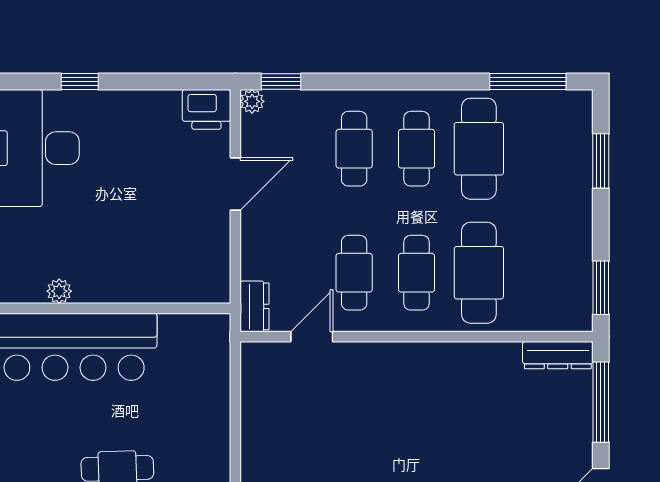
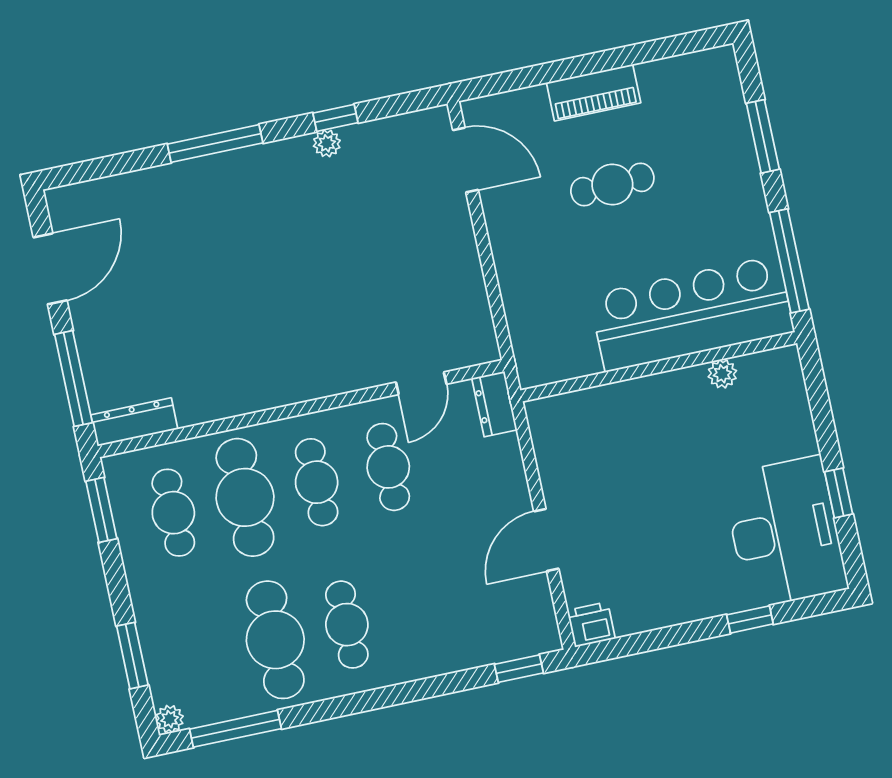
plant: (252, 101) -> (170, 719), moved
printer: (206, 109) -> (591, 624), width x0.73, depth x0.81
cafe table: (354, 149) -> (173, 513), moved

